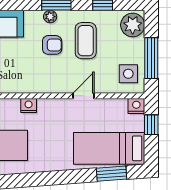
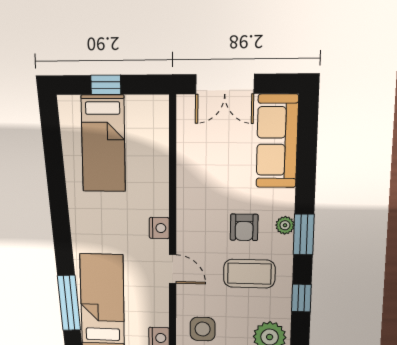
nightstand: (29, 106) -> (159, 228), moved
window: (112, 174) -> (69, 303), width x1.44

